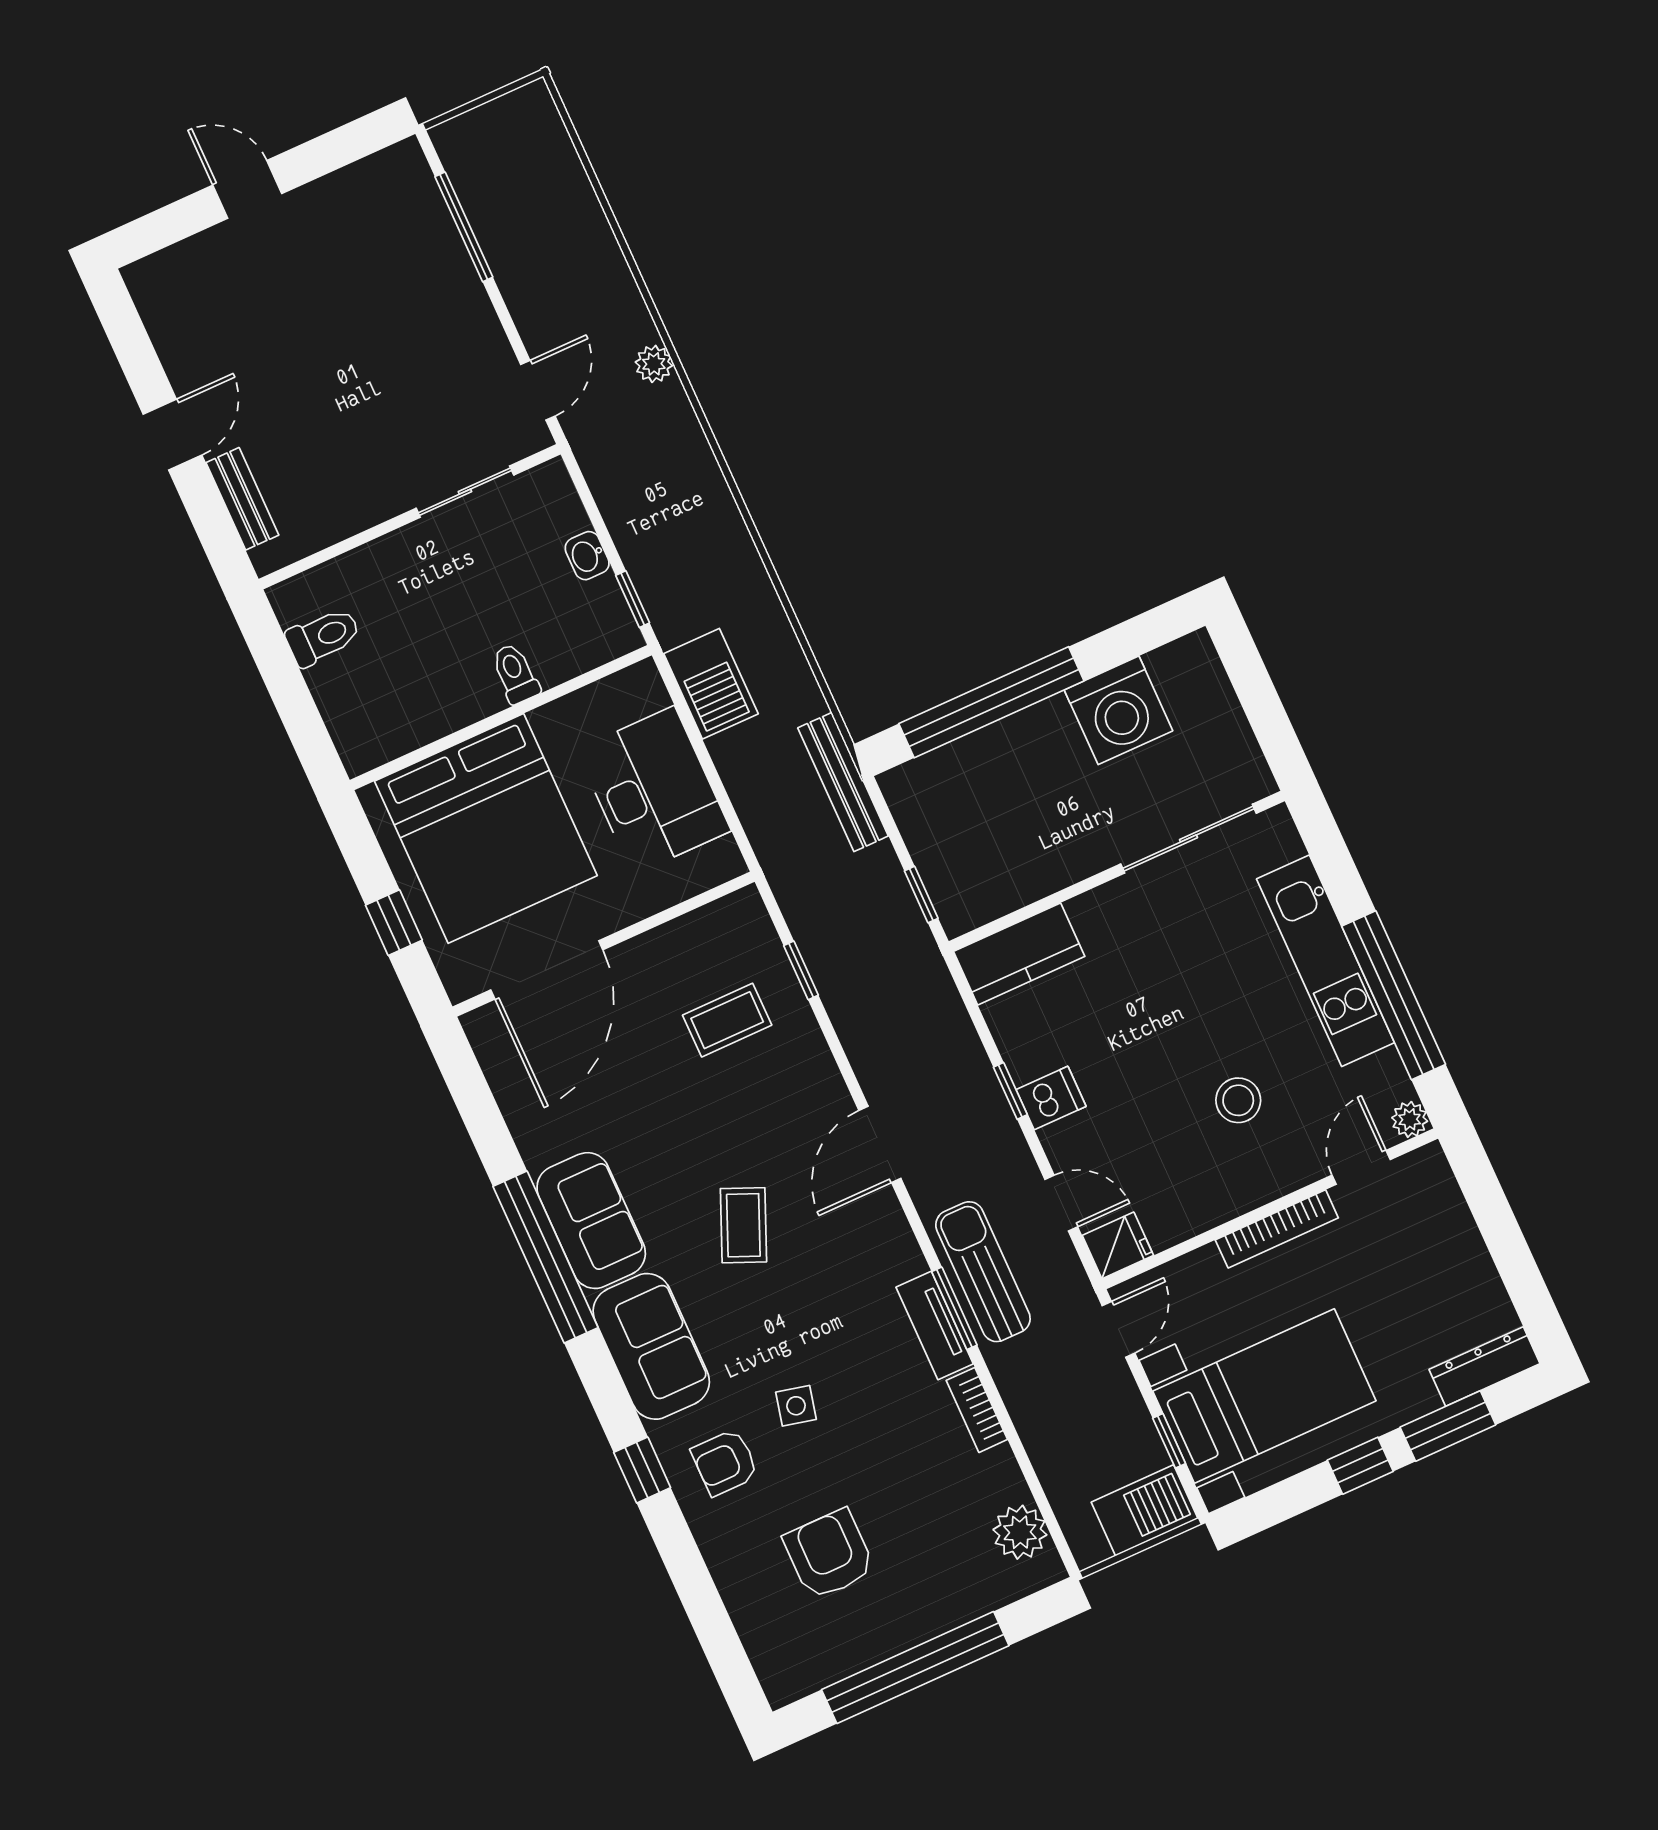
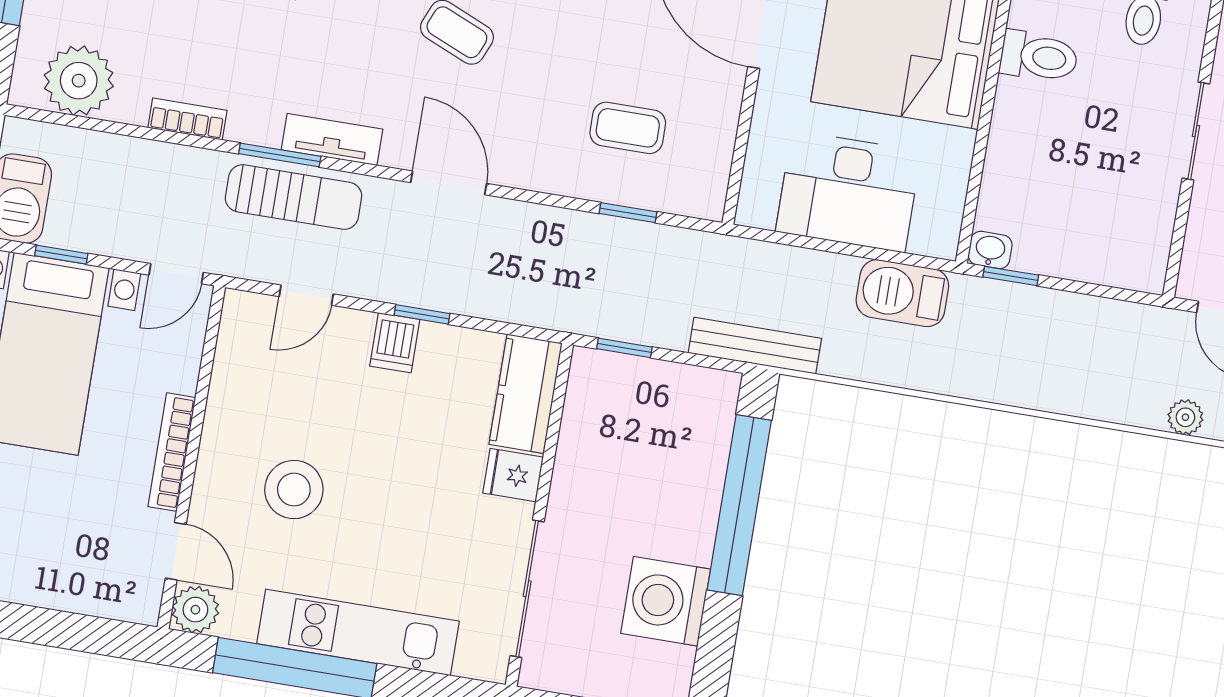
sliding door: (465, 492) -> (1196, 131), moved
washbasin: (587, 556) -> (990, 250), moved
toilet: (515, 674) -> (1039, 57), moved, width x1.37, depth x1.39
coffee table: (727, 1020) -> (628, 128), turned 90
stool: (1238, 1100) -> (294, 490), width x1.38, depth x1.38
plant: (1410, 1119) -> (195, 610), width x1.38, depth x1.38
fridge: (1118, 1245) -> (513, 475), moved, turned 90
tv unit: (935, 1326) -> (332, 139), moved
door: (1119, 1329) -> (176, 274), hinge flipped
plant: (1020, 1532) -> (79, 81), width x1.36, depth x1.36

